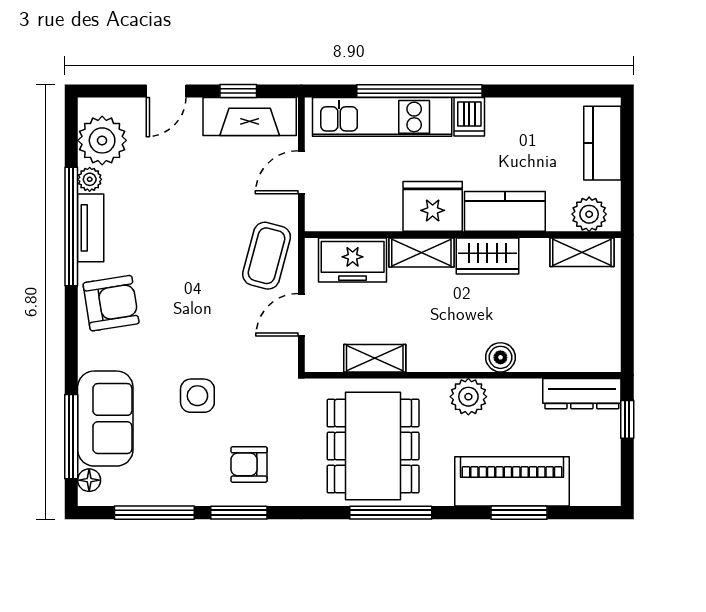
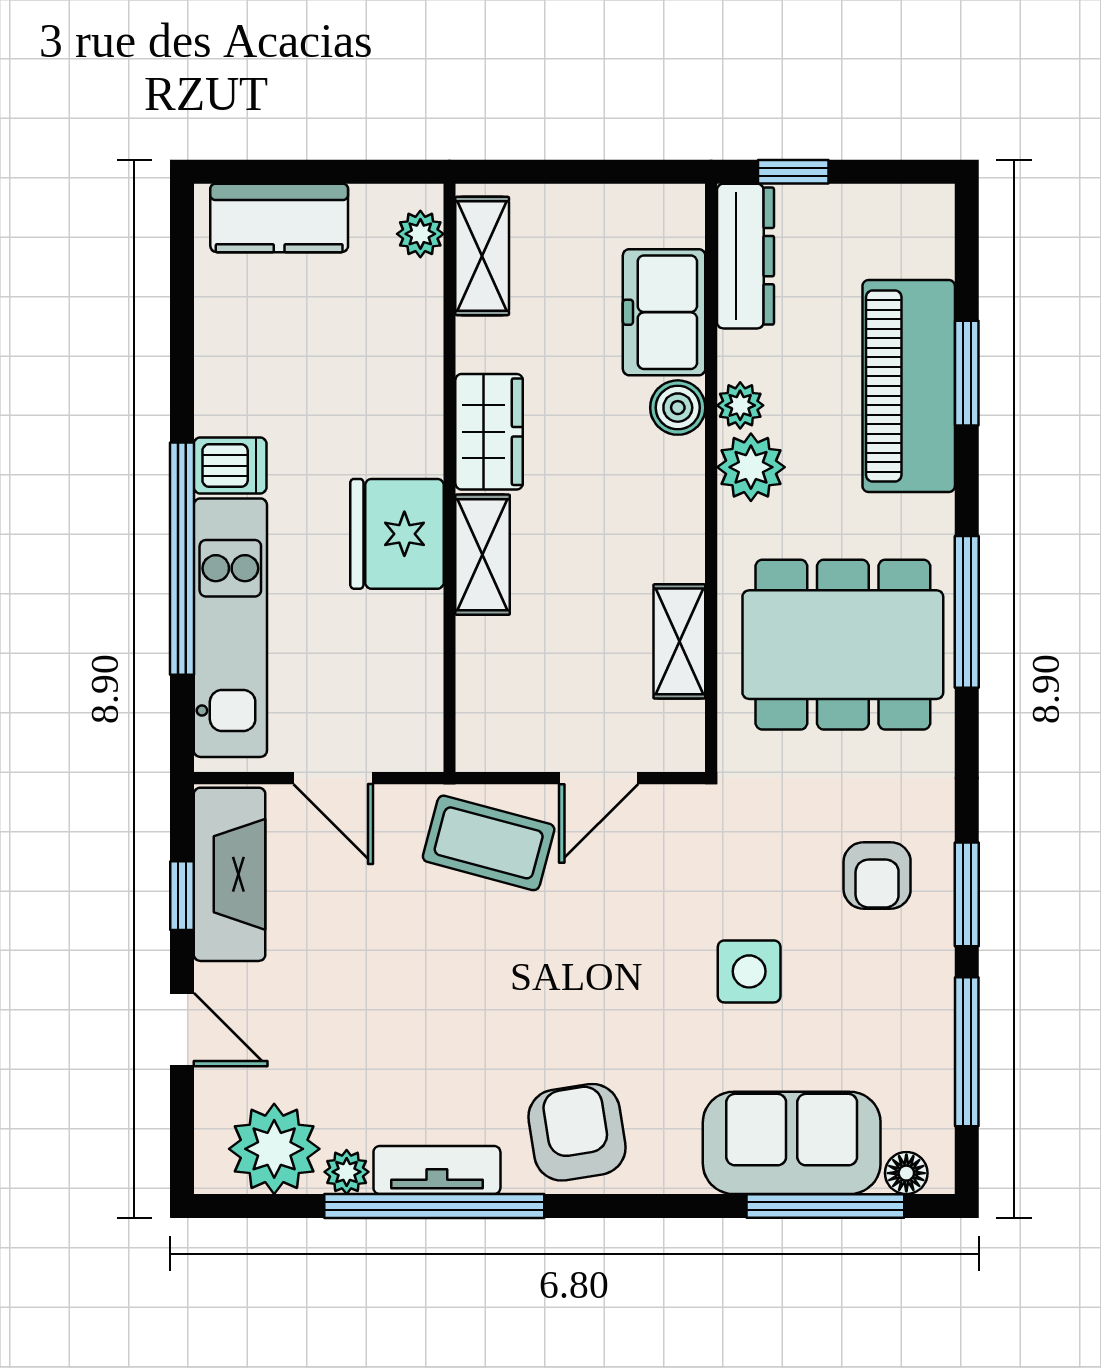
kitchen counter: (505, 211) -> (406, 399), removed
plant: (589, 214) -> (420, 234), width x0.73, depth x0.73
freezer: (353, 260) -> (664, 312), moved, turned 180
door: (301, 315) -> (599, 778), hinge flipped
plant: (502, 391) -> (740, 405), added

